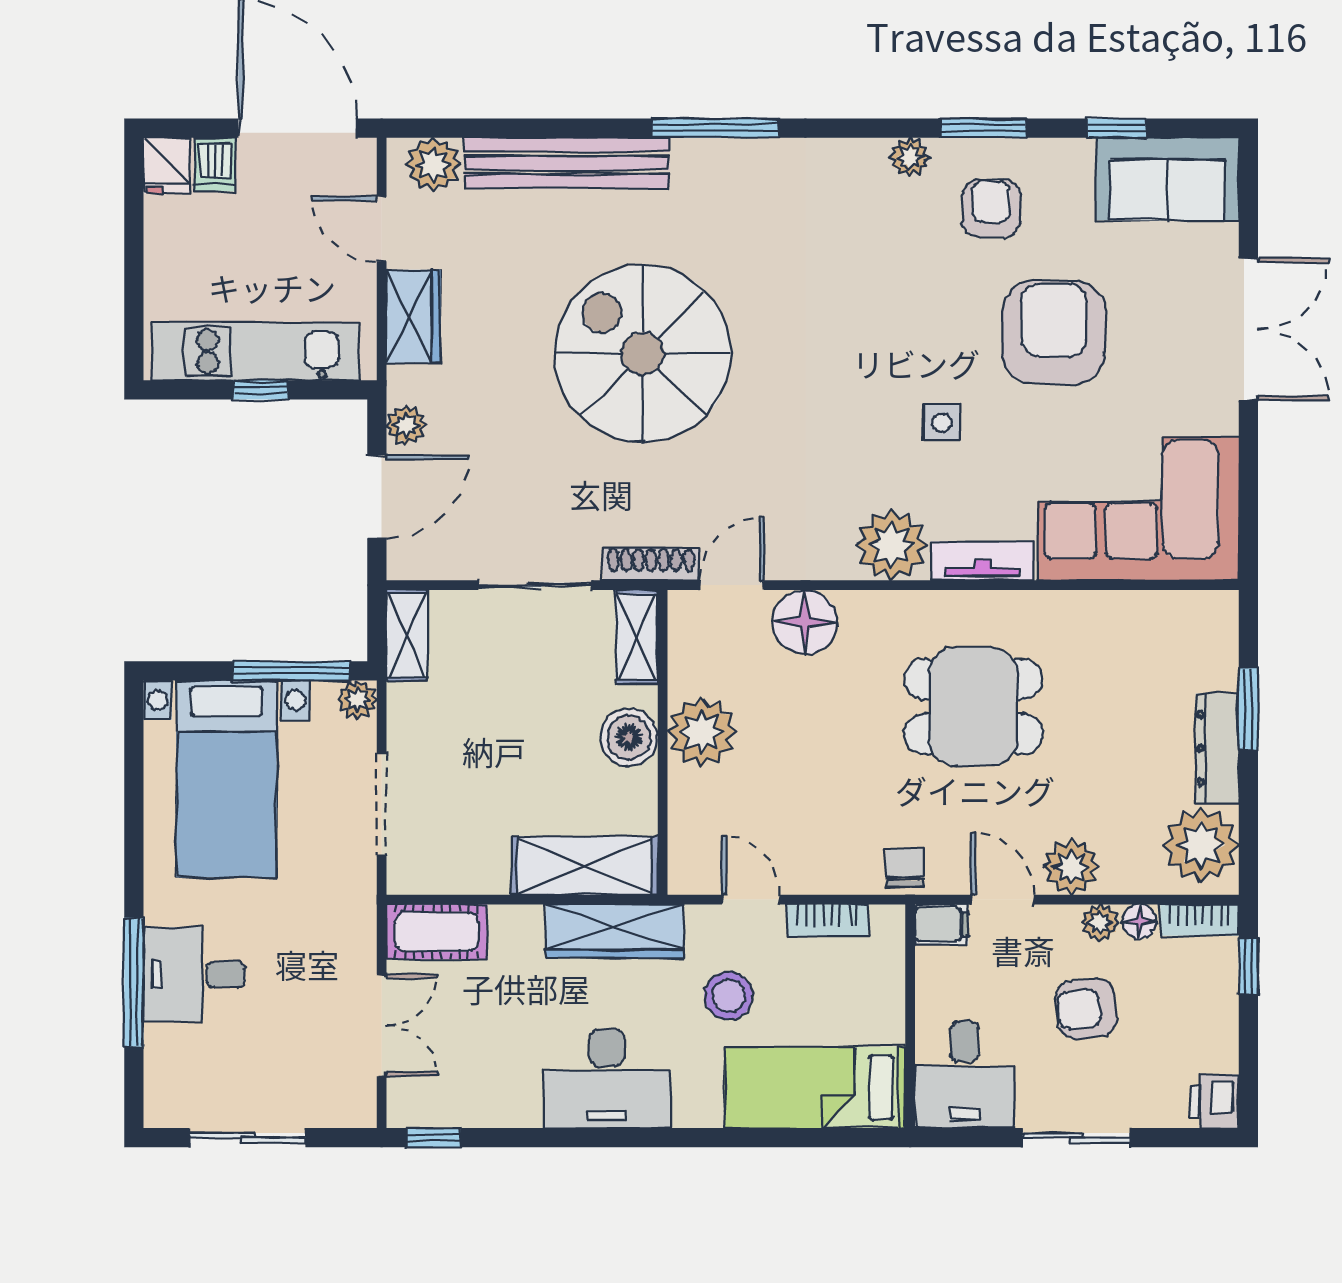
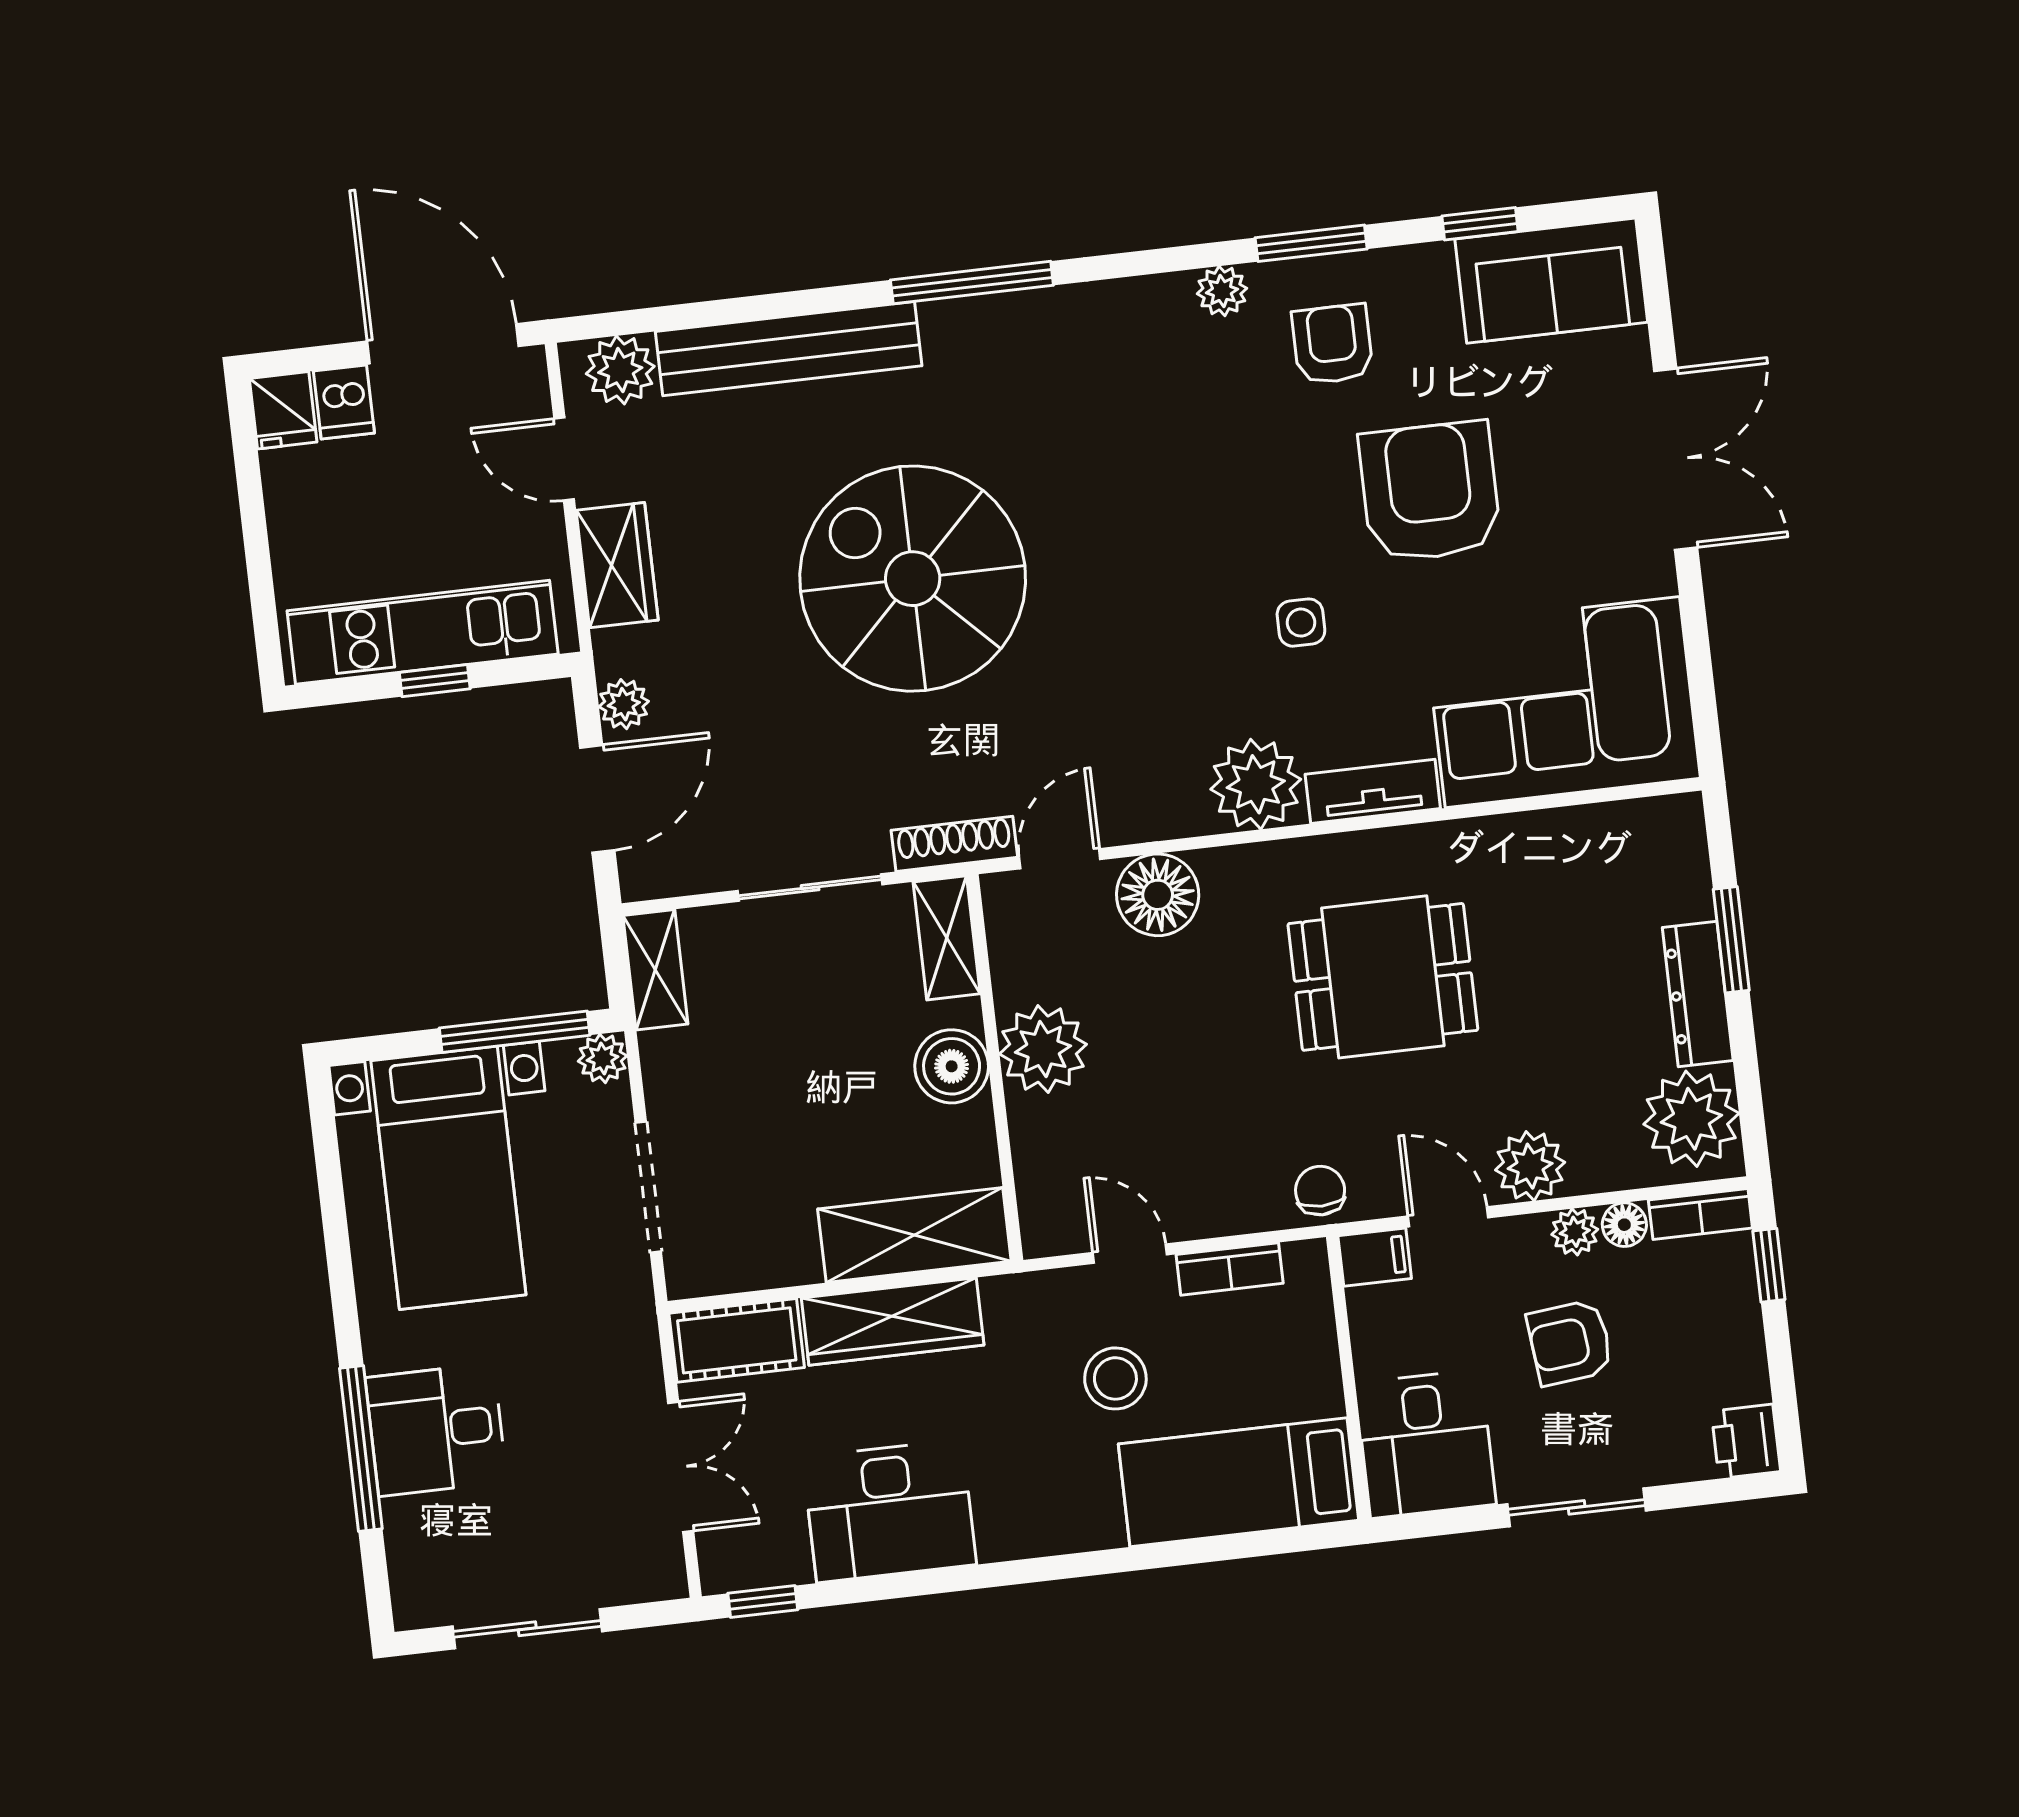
wardrobe: (615, 931) -> (893, 1322), moved
desk: (607, 1079) -> (889, 1511), moved

